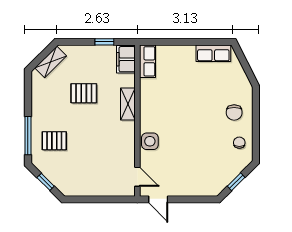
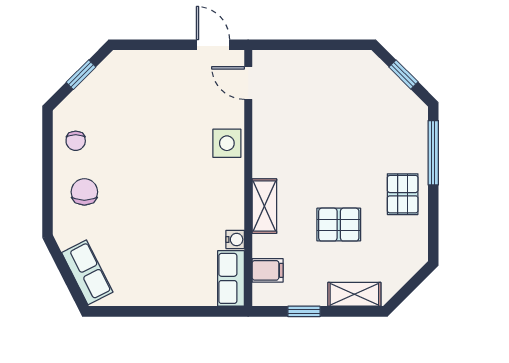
row of seats: (213, 53) -> (87, 272), moved, turned 63
filing cabinet: (126, 59) -> (268, 270), width x0.50
shelving: (51, 62) -> (354, 294), moved, turned 45
water cooler: (145, 84) -> (235, 239), added
pallet: (54, 141) -> (403, 194), moved, turned 90

